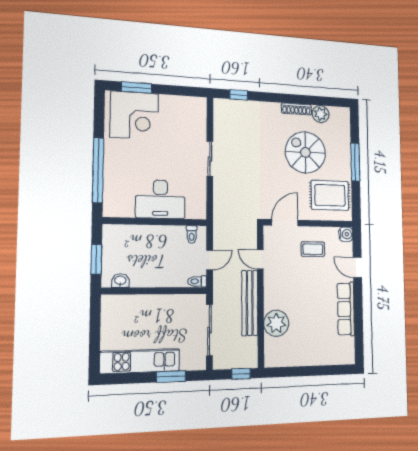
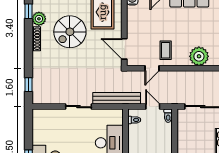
window: (329, 102) -> (29, 11), added
coffee table: (313, 249) -> (166, 50), moved
bench: (250, 303) -> (117, 98), moved

